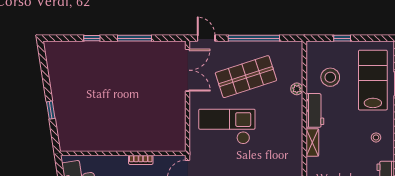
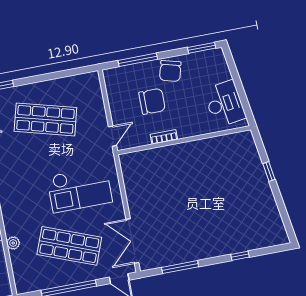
window: (134, 38) -> (180, 267), moved
shop shelf: (246, 77) -> (69, 246), turned 39

